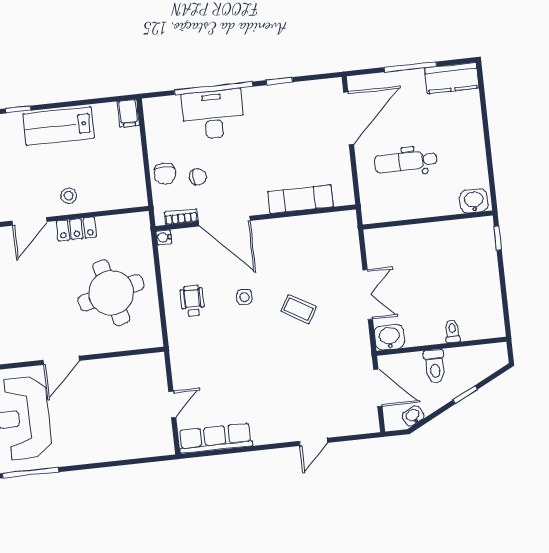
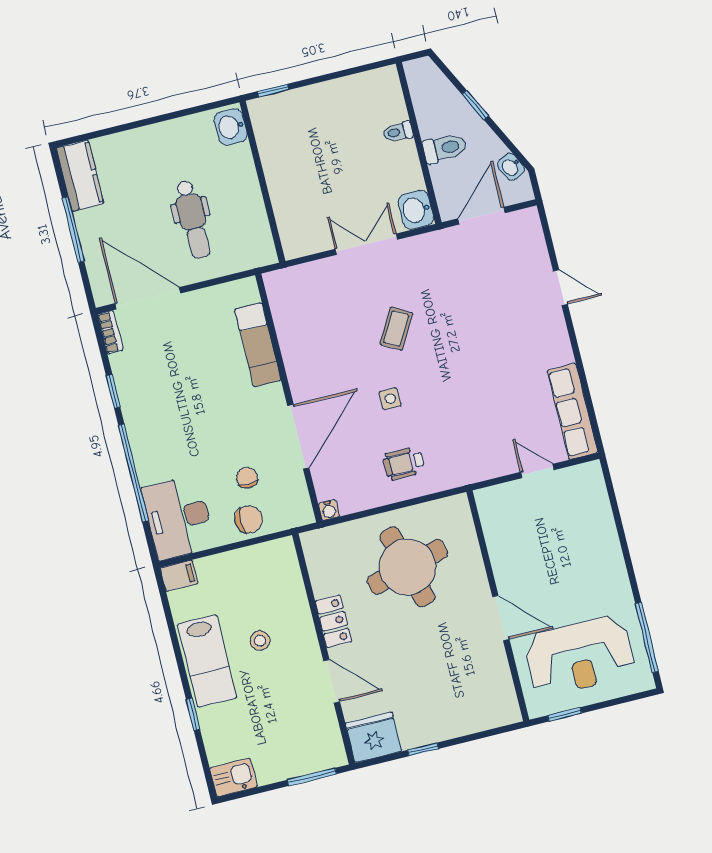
desk: (213, 114) -> (178, 518), moved
stool: (69, 196) -> (260, 641), moved
bookcase: (181, 217) -> (110, 332), moved, turned 180

